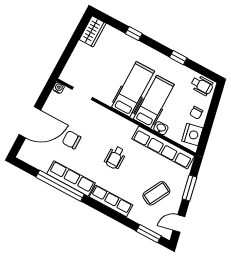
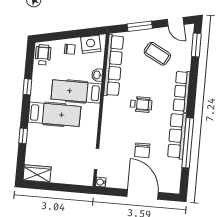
hospital bed: (133, 89) -> (54, 114), moved, turned 180

